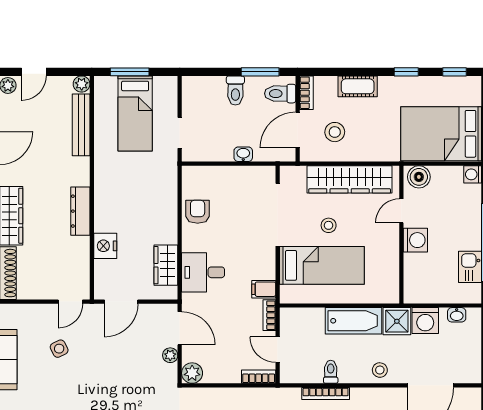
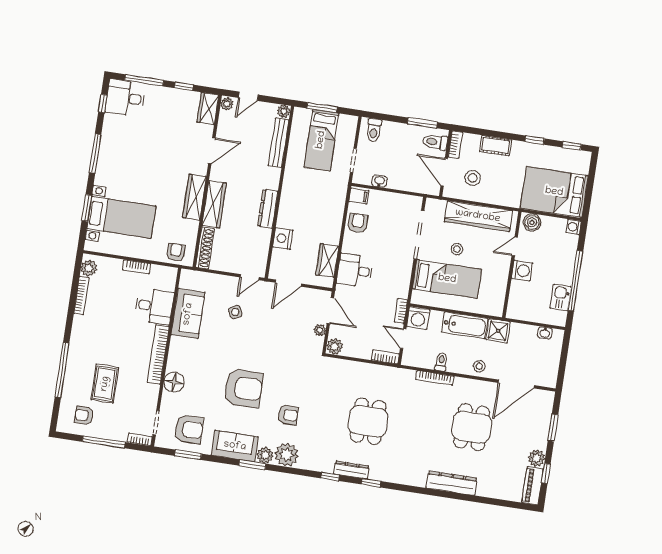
toilet: (235, 90) -> (374, 130), moved
door: (298, 130) -> (444, 172), hinge flipped
washbasin: (243, 154) -> (379, 181), moved
filing cabinet: (264, 289) -> (359, 196), moved, turned 180
washing machine: (425, 321) -> (418, 318), moved

